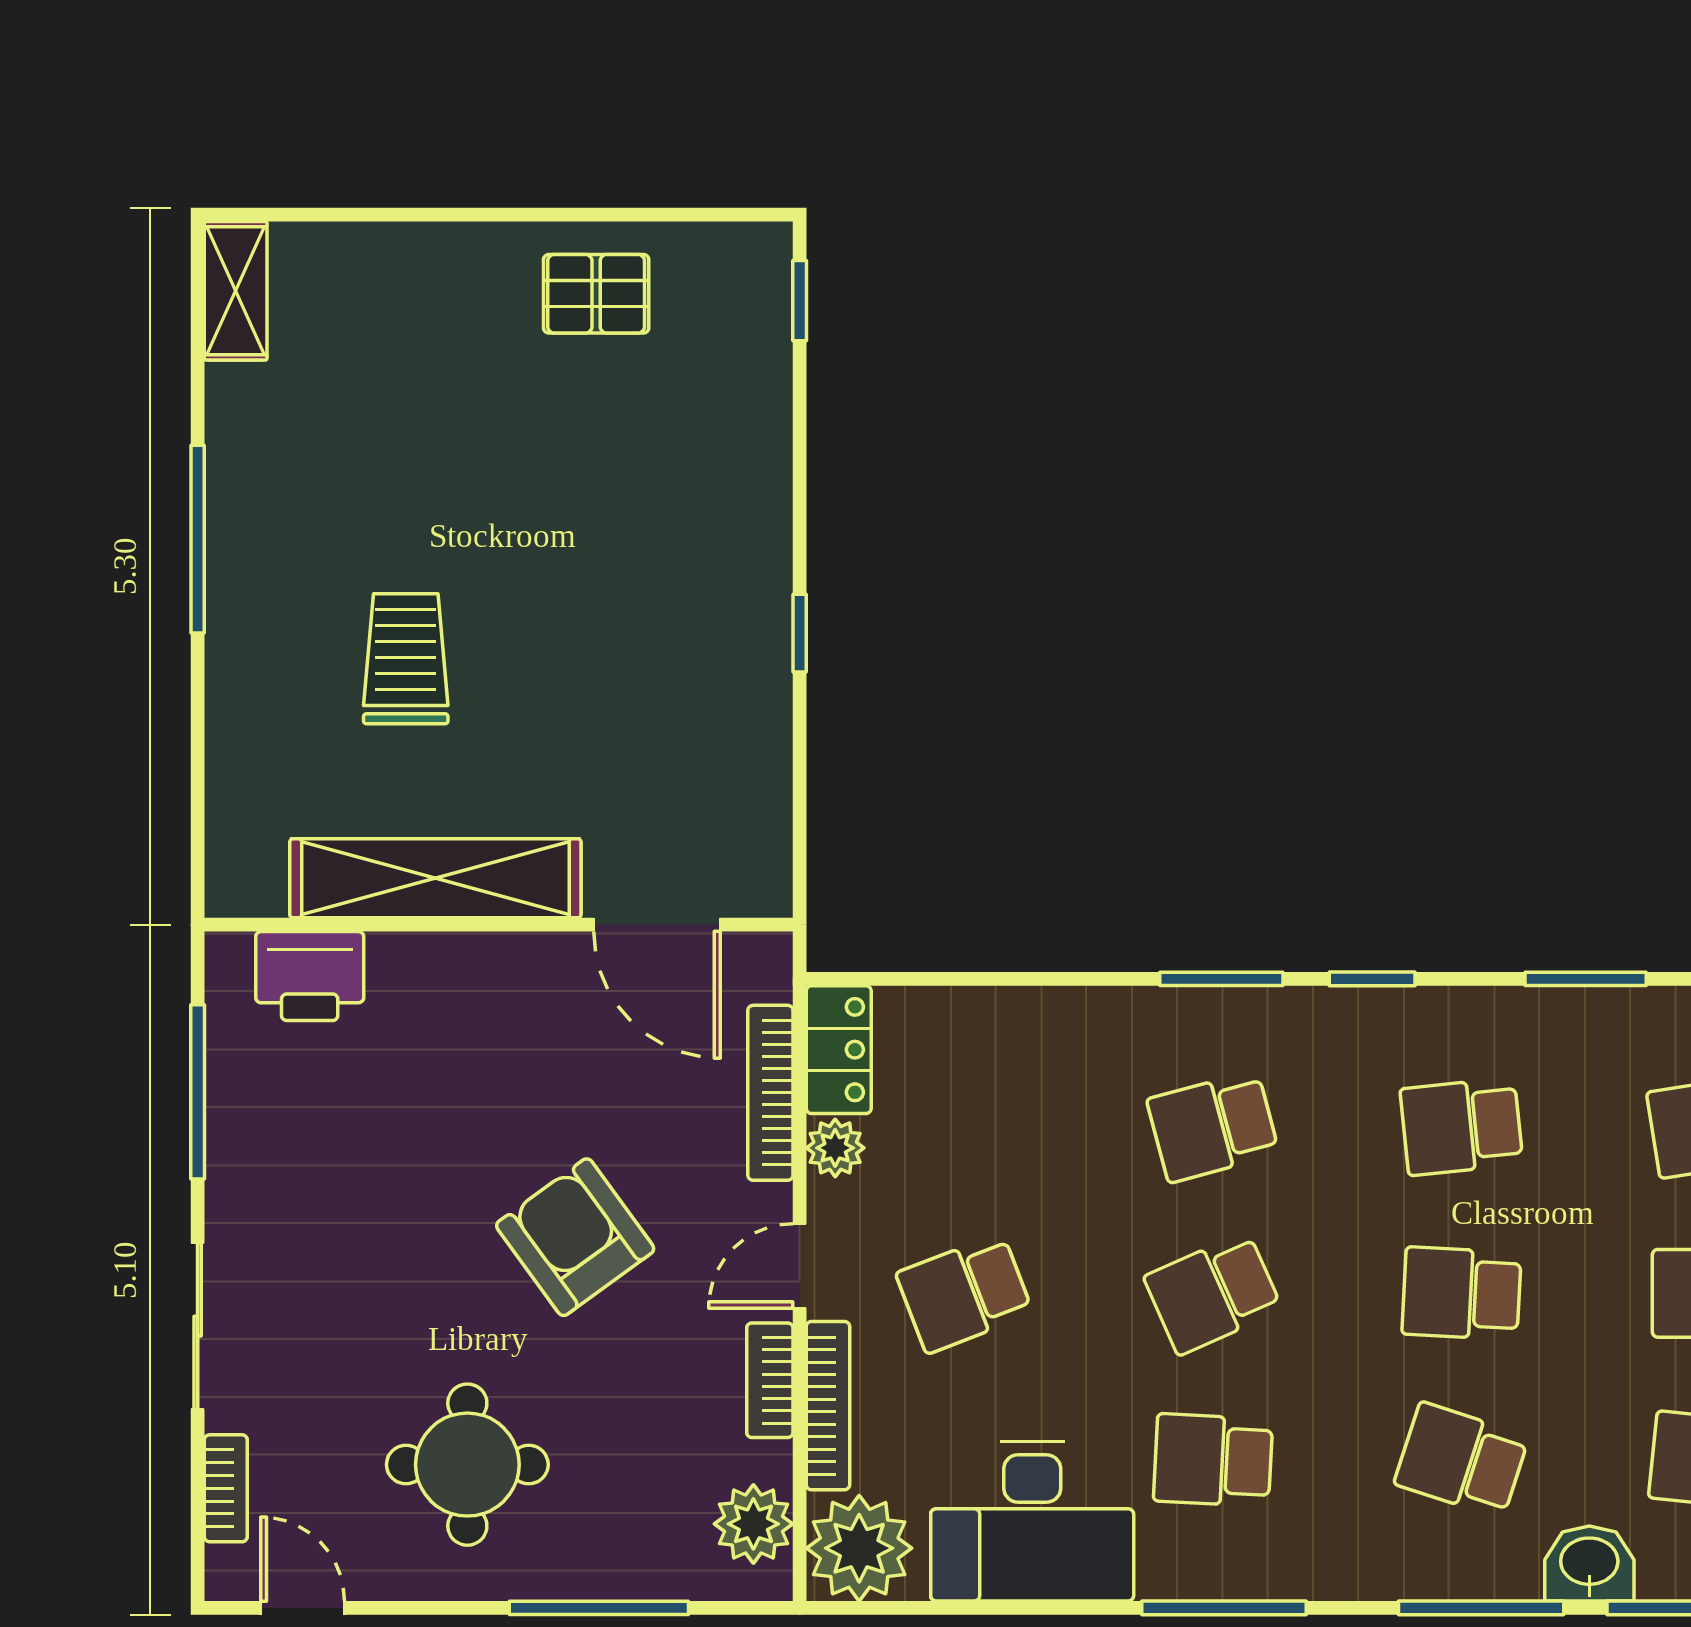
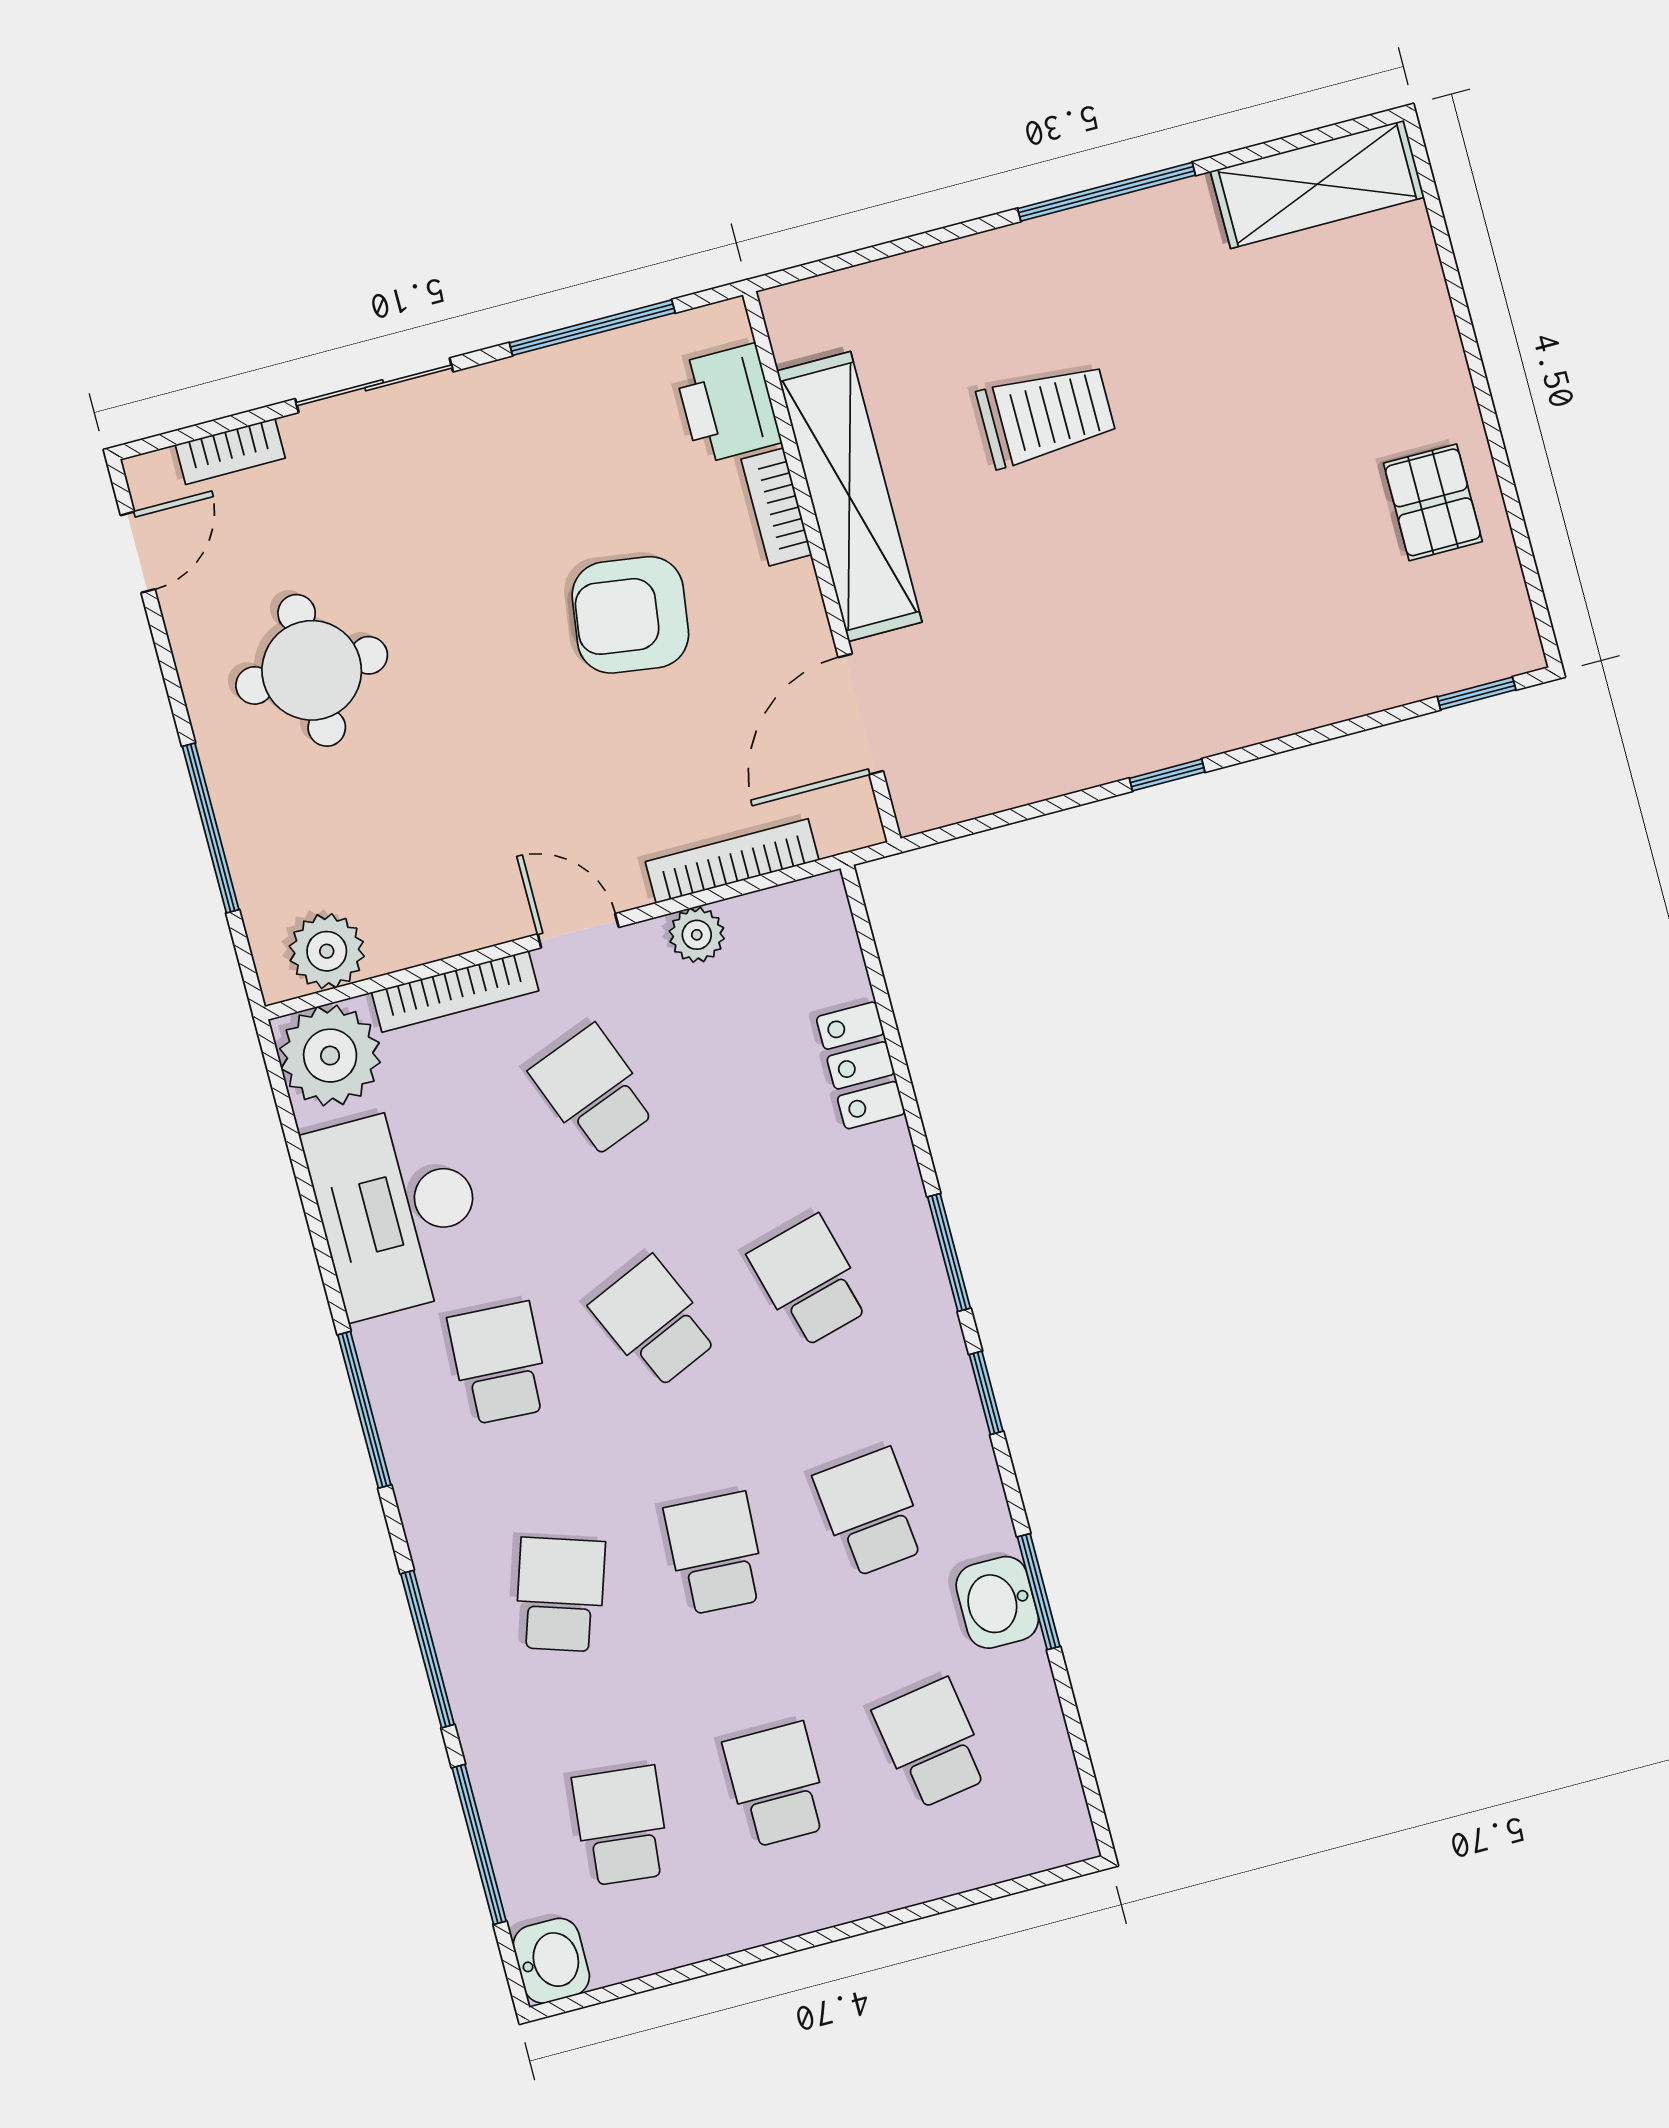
shelving: (236, 291) -> (1317, 184), width x1.50, depth x1.33
locker: (839, 1050) -> (861, 1065), moved, turned 90
armchair: (575, 1237) -> (630, 615), moved, turned -136
bookcase: (770, 1380) -> (776, 507), moved, turned -90
washbasin: (1589, 1563) -> (997, 1602), moved, turned 180

